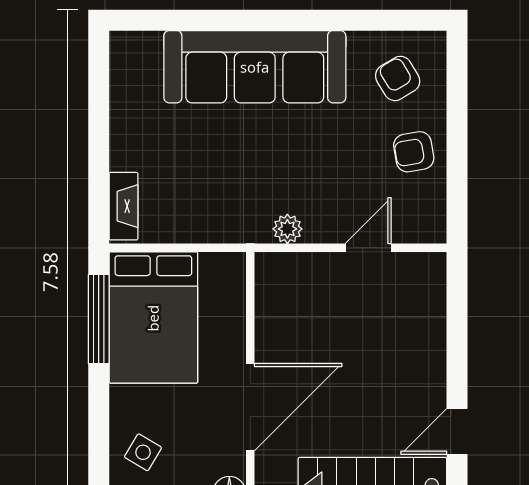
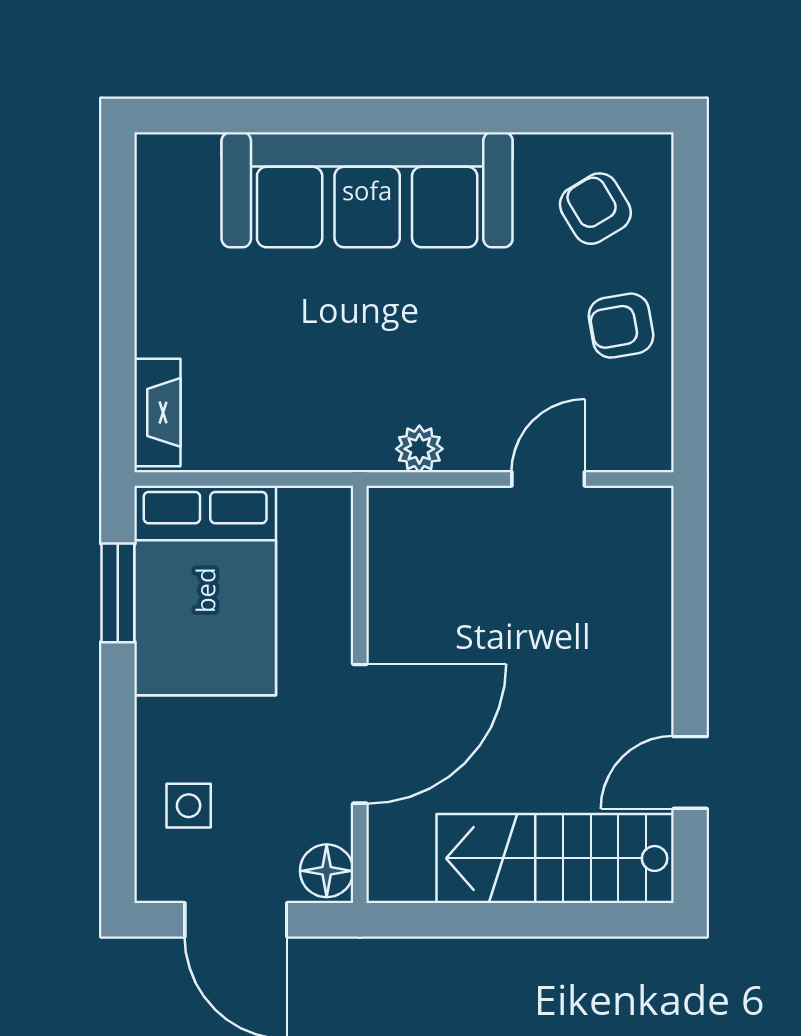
window: (99, 319) -> (118, 593), width x0.69
side table: (143, 452) -> (189, 806), turned -31

